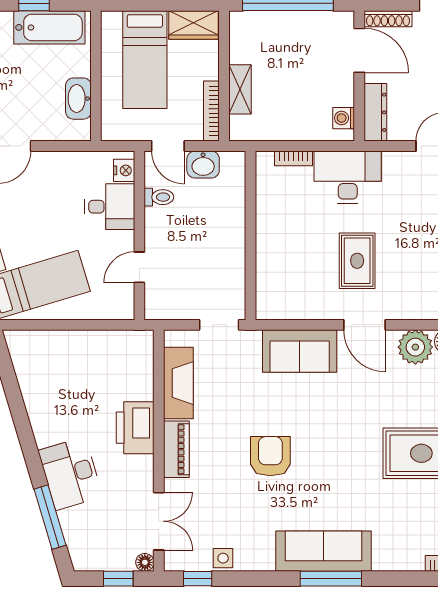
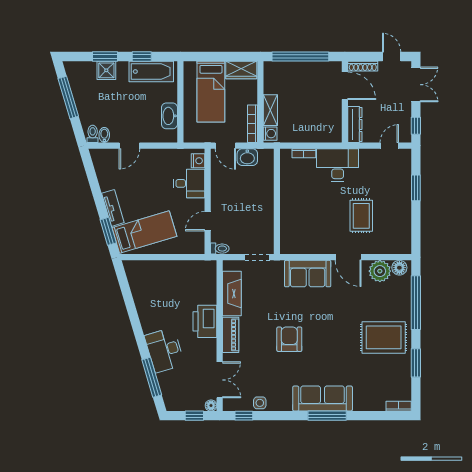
washing machine: (344, 118) -> (270, 134), moved, turned 180
toilet: (159, 197) -> (220, 249), moved
rug: (357, 261) -> (361, 216), moved

